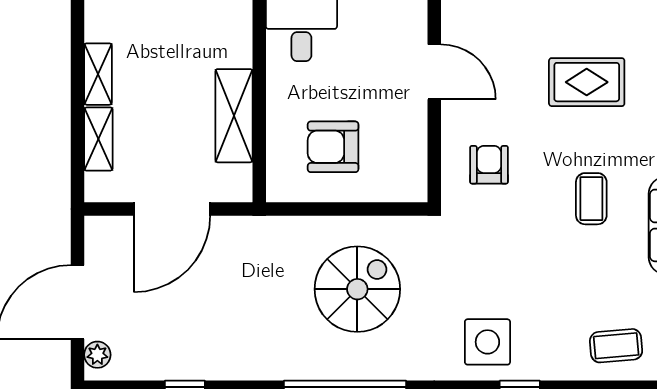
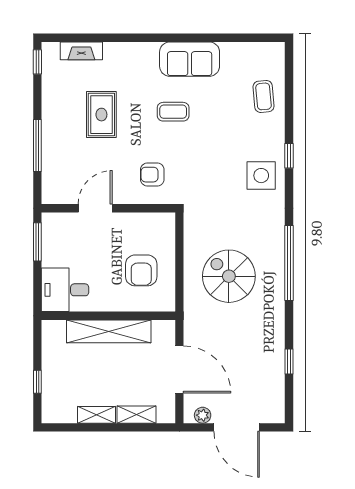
shelving: (234, 116) -> (109, 331), width x1.47
spiral stairs: (357, 289) -> (229, 276), moved
plant: (97, 355) -> (203, 415), moved

